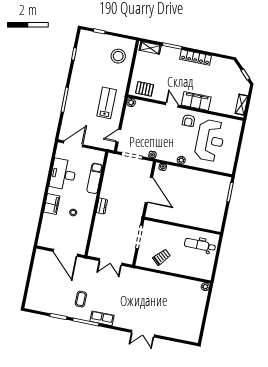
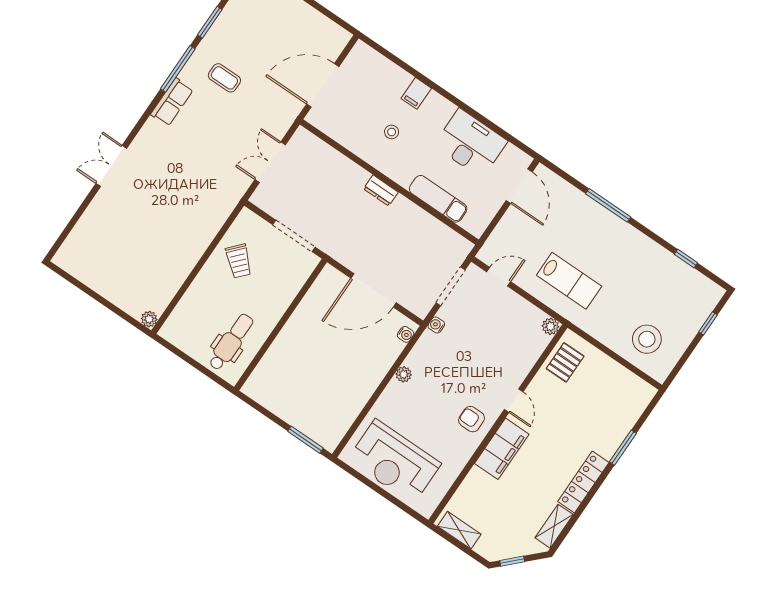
shelving: (150, 48) -> (554, 526), moved
door: (172, 105) -> (514, 401), hinge flipped
door: (118, 136) -> (499, 277), hinge flipped
reception desk: (210, 140) -> (394, 462), moved
filing cabinet: (52, 204) -> (416, 93), width x0.50

